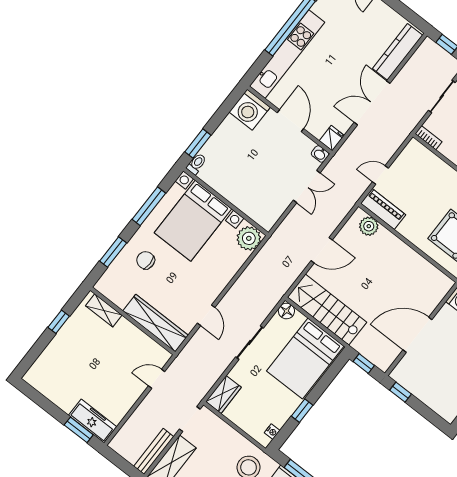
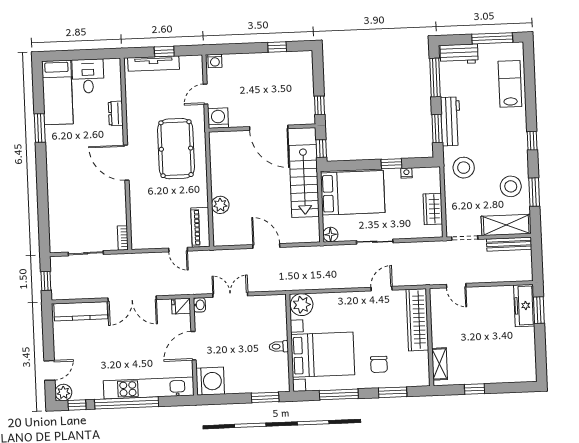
toilet: (196, 164) -> (279, 346), moved
plant: (369, 226) -> (220, 205), moved
stairs: (327, 310) -> (304, 181), moved
wardrobe: (223, 394) -> (433, 209), moved, turned -90
nightstand: (272, 432) -> (406, 173), moved

